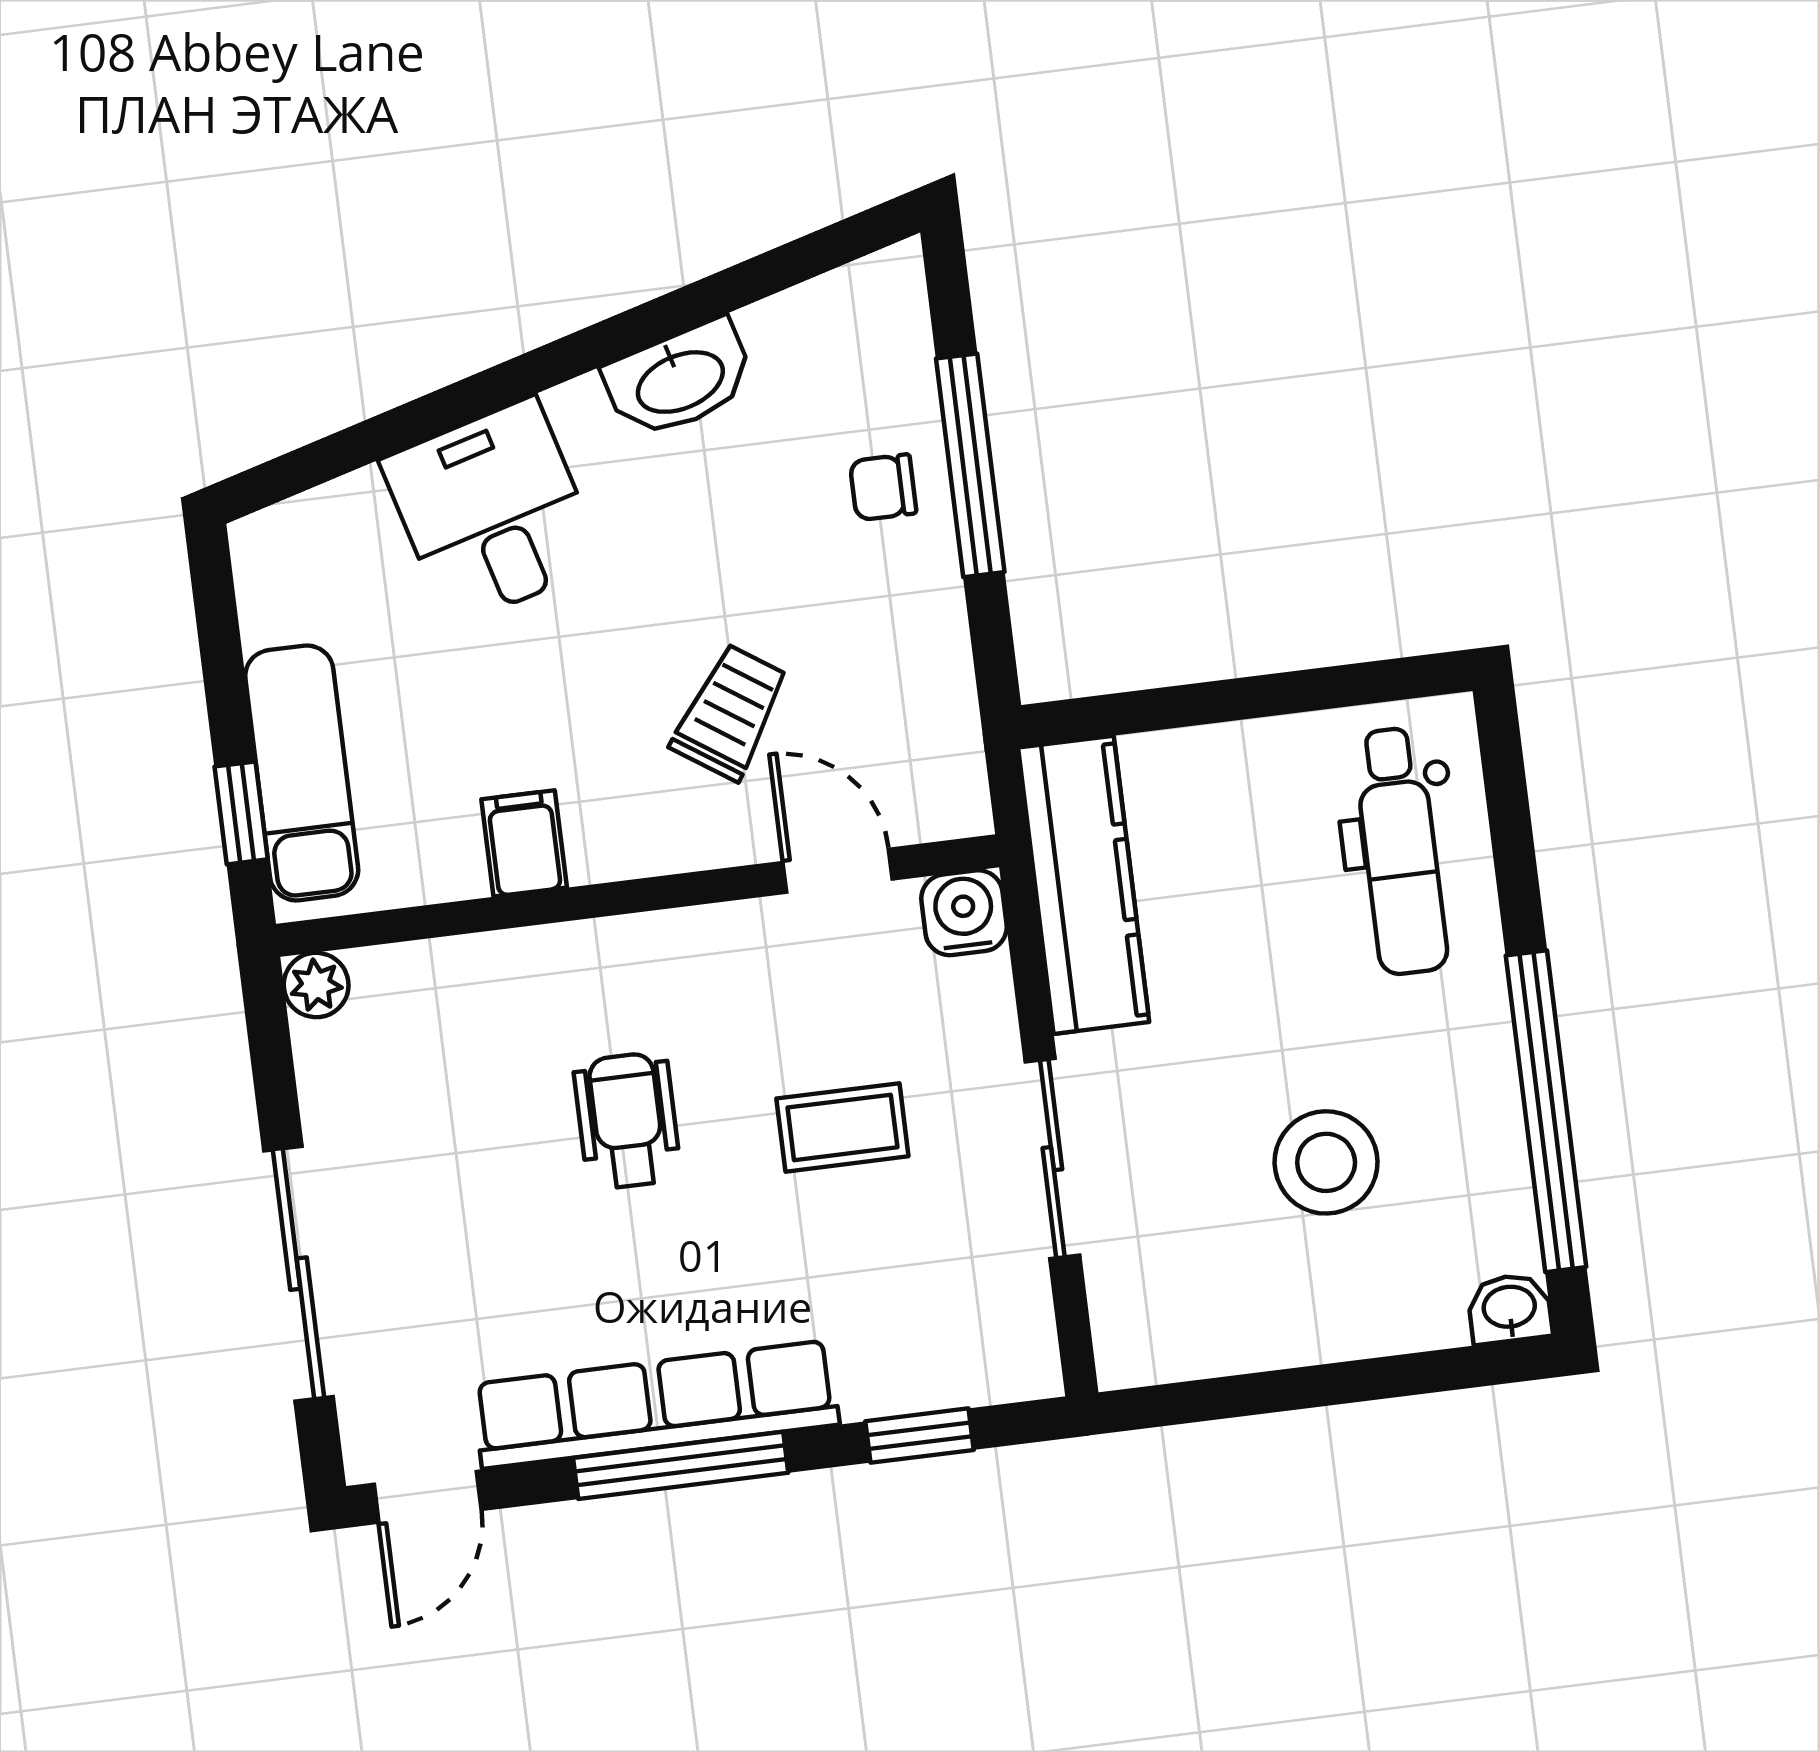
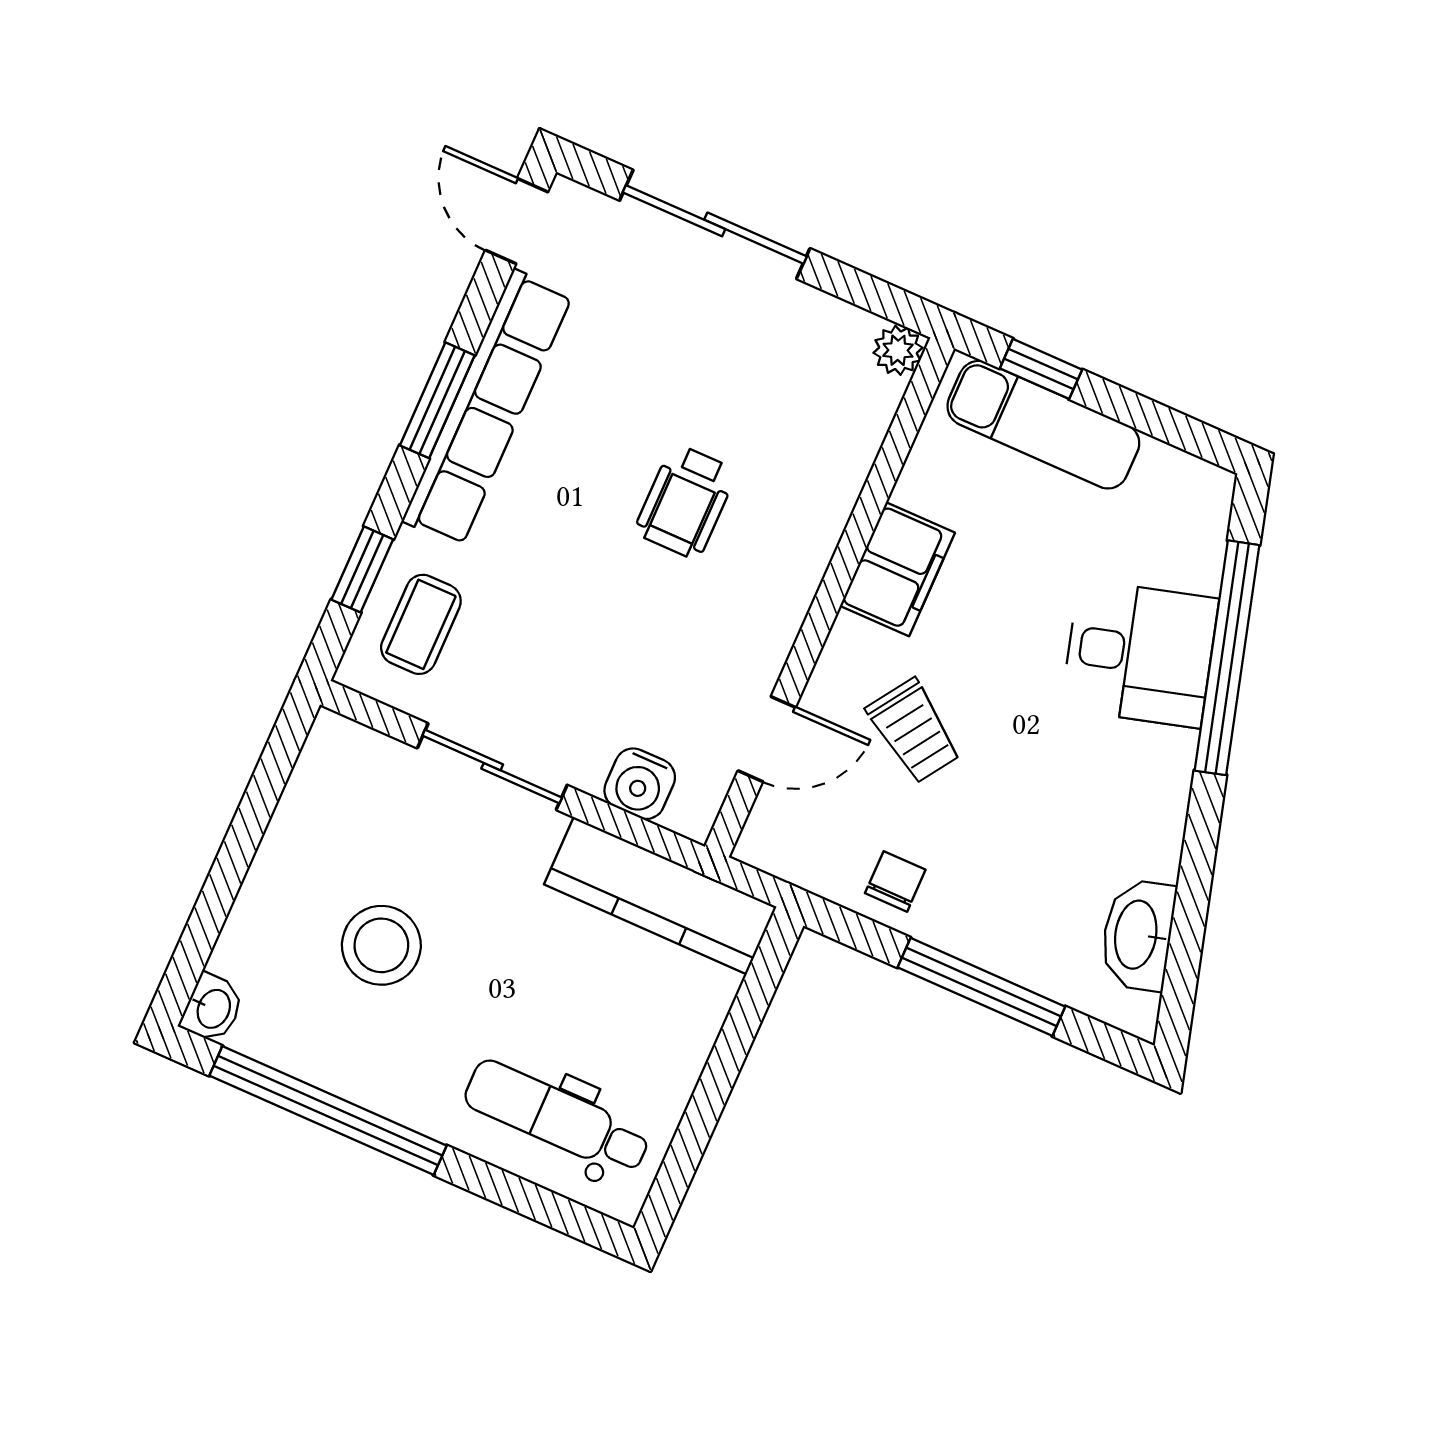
washbasin: (679, 380) -> (1138, 935), moved
window: (439, 412) -> (1227, 658), added
chair: (883, 487) -> (895, 881), moved
filing cabinet: (524, 843) -> (897, 569), width x2.00
water cooler: (964, 913) -> (640, 784), moved, turned 90
wheelchair: (627, 1121) -> (686, 502), turned 90
coffee table: (842, 1127) -> (421, 624), moved
window: (681, 1465) -> (437, 400), width x0.69

